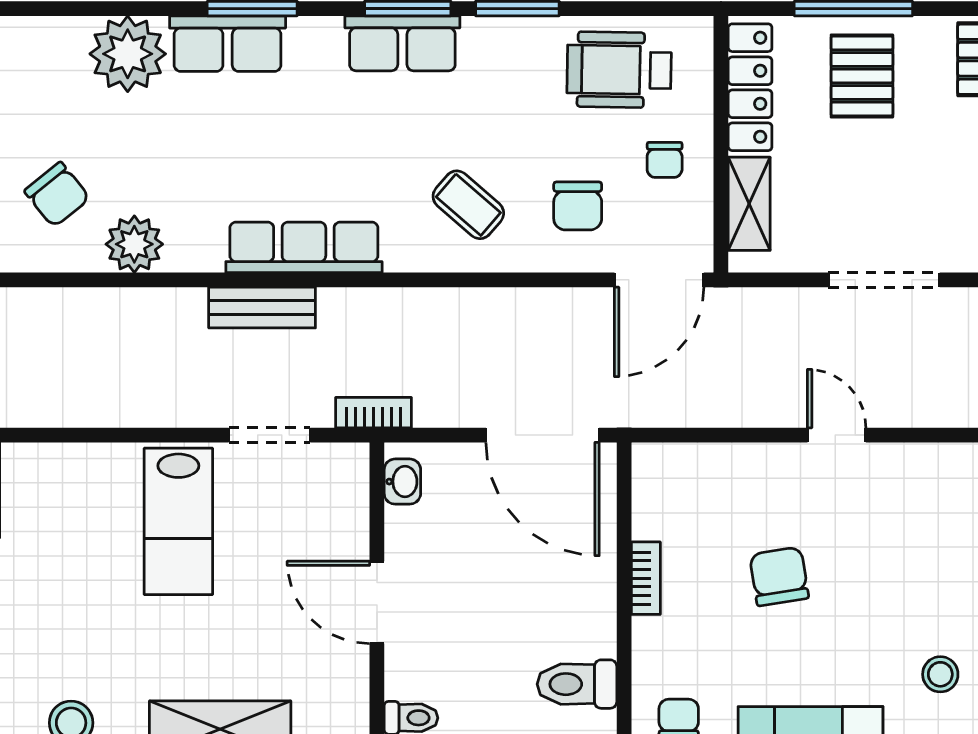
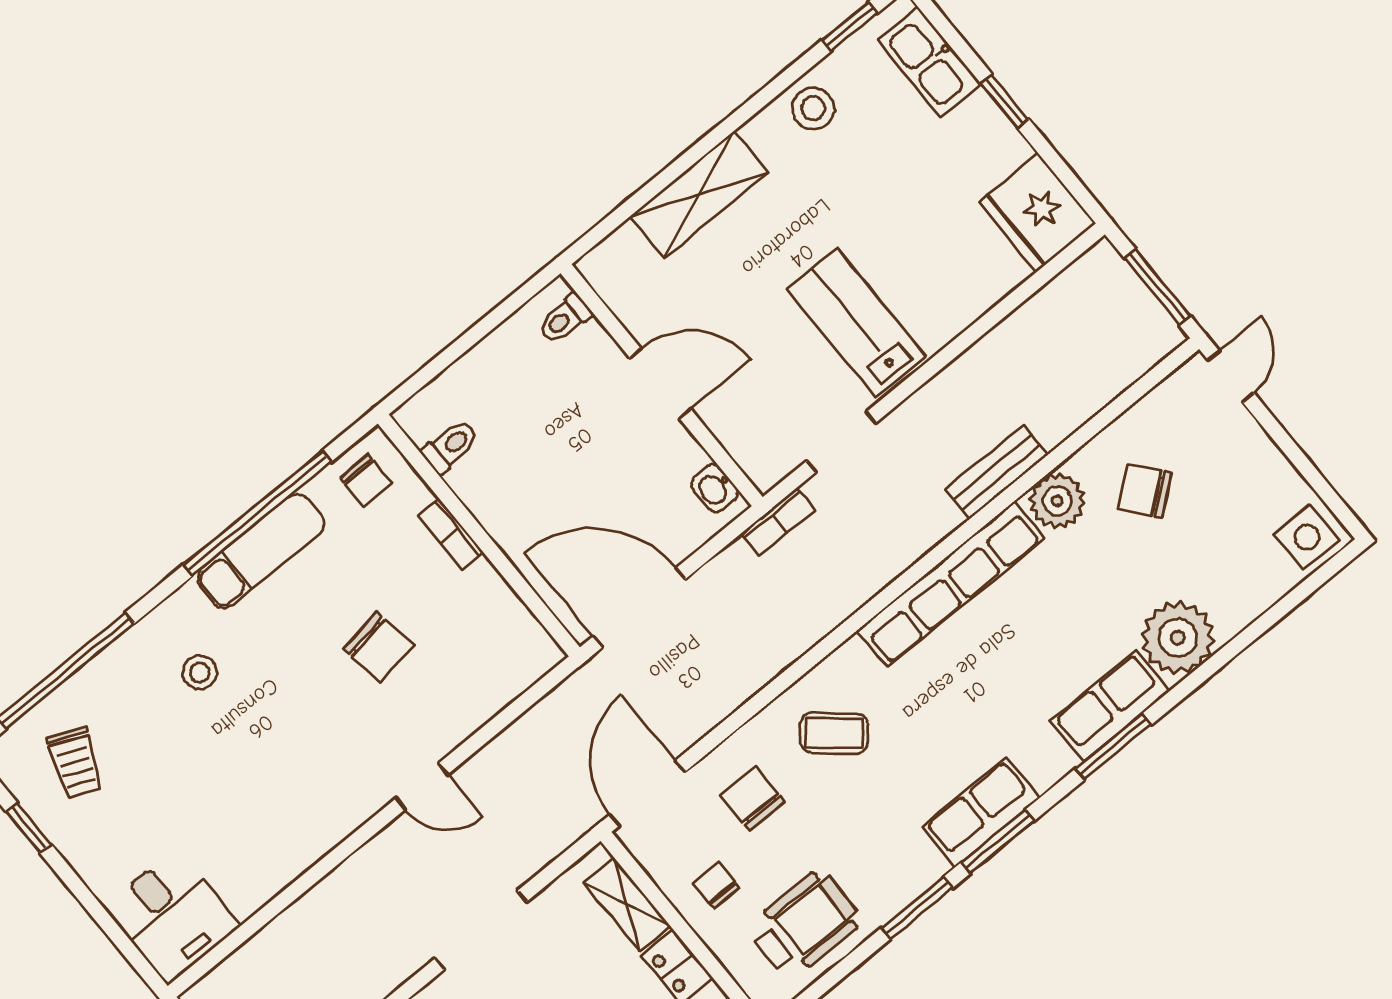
row of seats: (304, 247) -> (951, 584), width x1.36
bench: (262, 308) -> (996, 472), moved
bookcase: (646, 578) -> (451, 534), moved
toilet: (577, 684) -> (450, 446), width x0.73, depth x0.72

